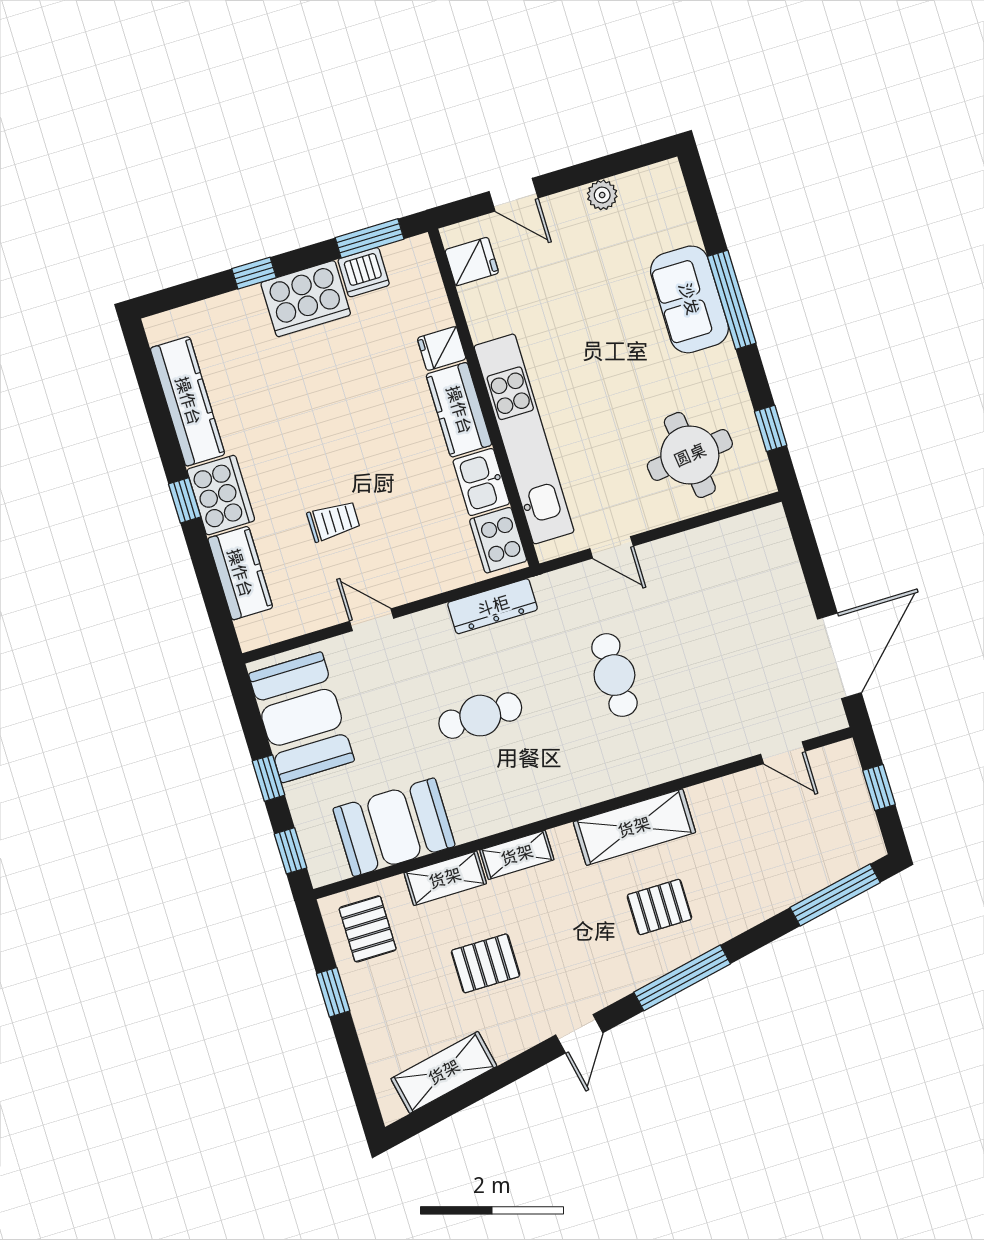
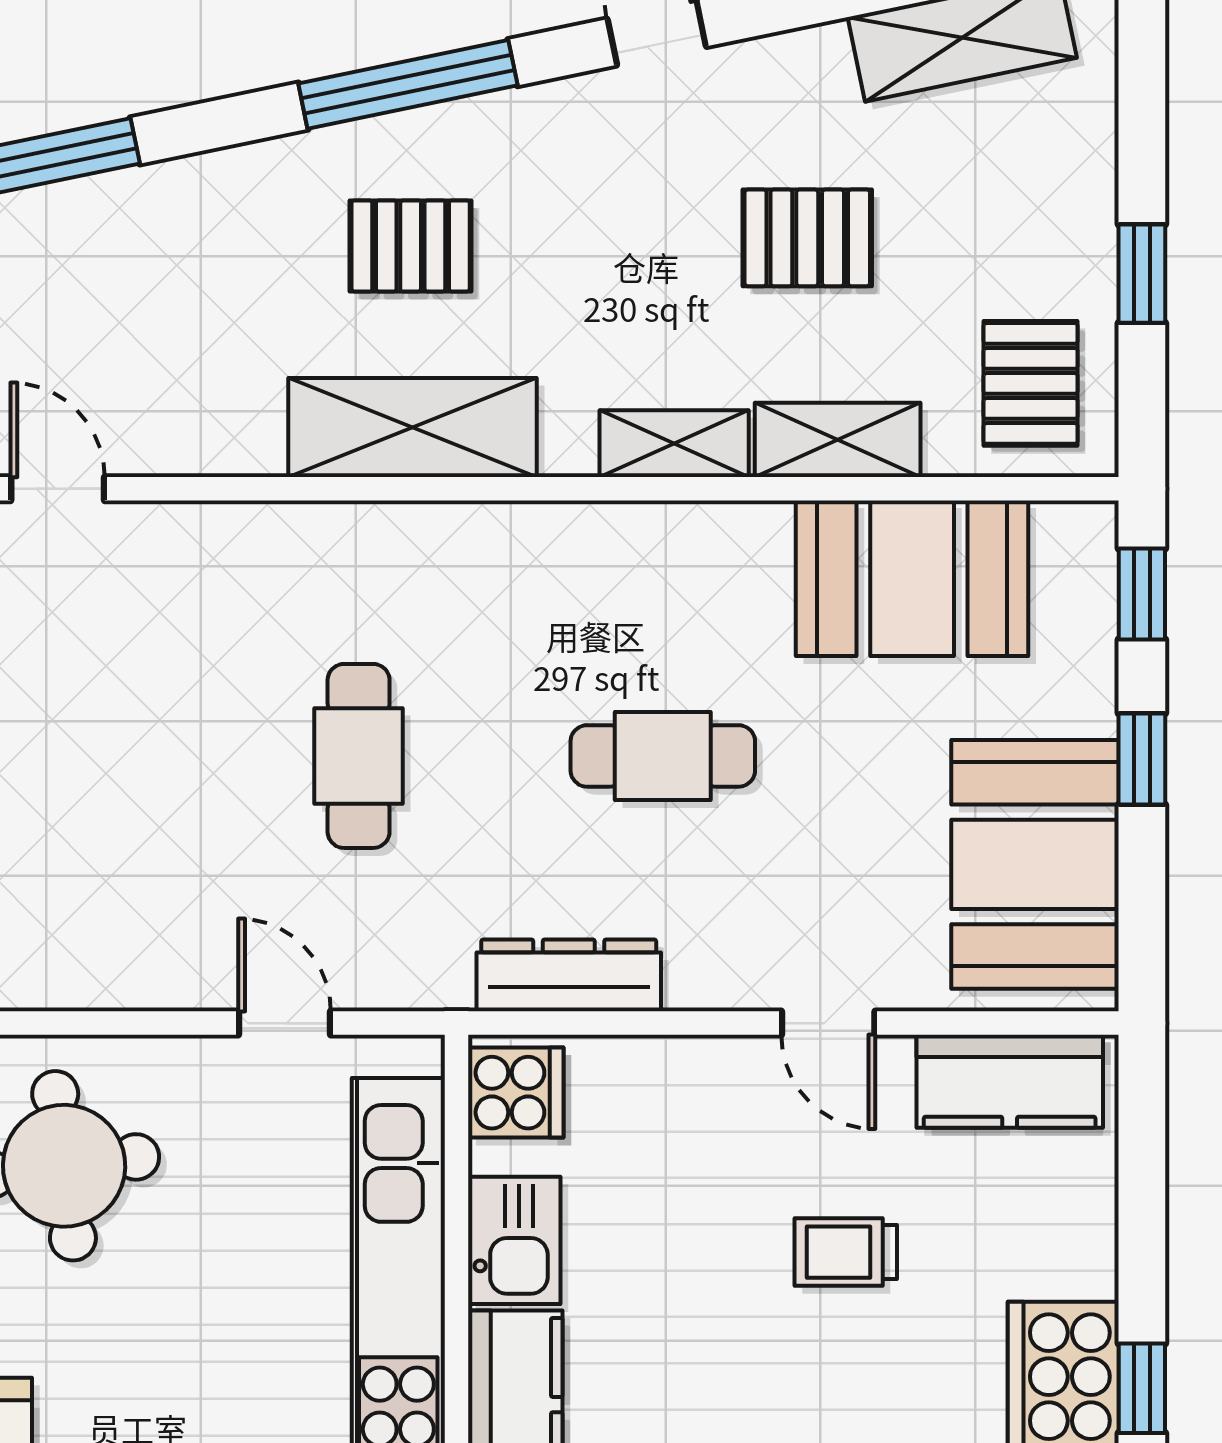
cooker: (498, 540) -> (516, 1093), width x0.73
kitchen counter: (240, 573) -> (1010, 1081), moved, turned -90

